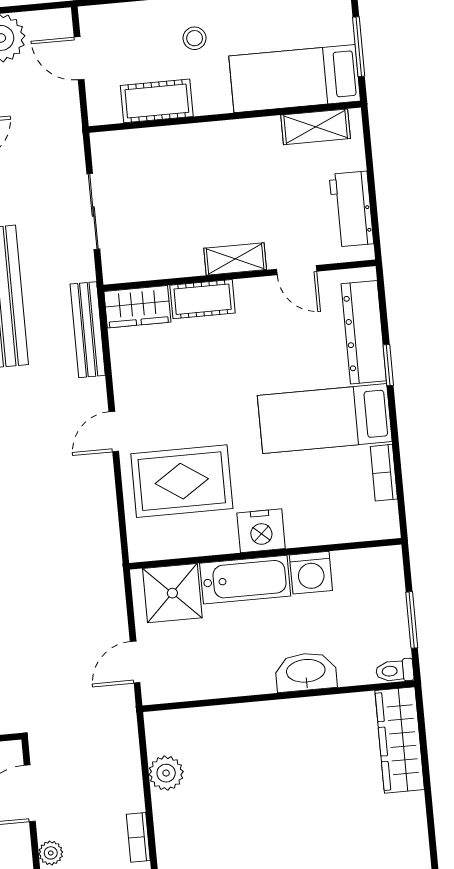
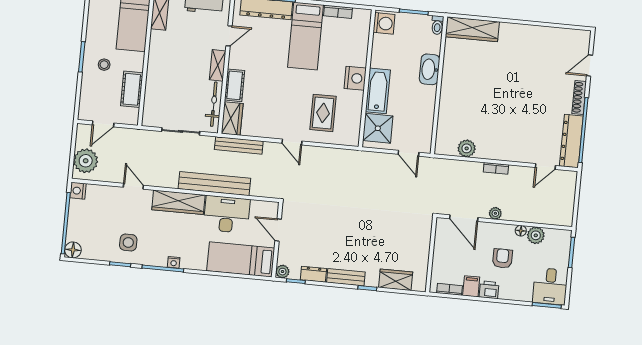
bicycle: (158, 266) -> (214, 104), added
rug: (182, 481) -> (323, 113), width x0.73, depth x0.70
washing machine: (311, 573) -> (384, 23), moved

